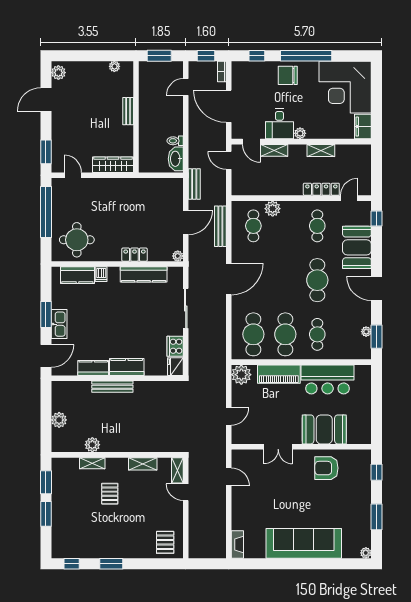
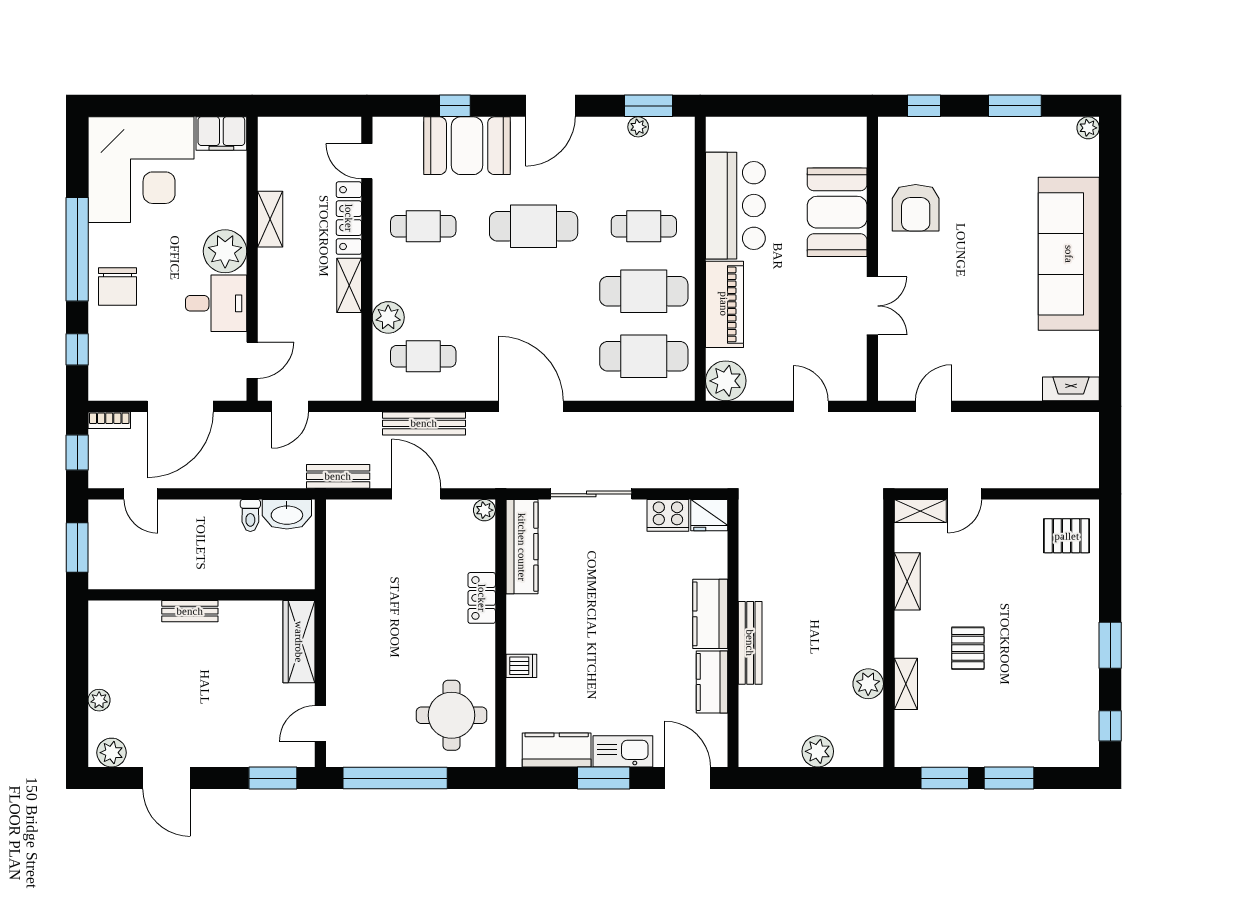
plant: (114, 66) -> (99, 700), moved
plant: (300, 133) -> (225, 251), width x1.87, depth x1.87
shelving: (274, 150) -> (349, 285), moved
window: (377, 218) -> (455, 106), moved
kitchen counter: (144, 274) -> (522, 547), moved
kitchen counter: (77, 275) -> (557, 750), moved, turned -90
pallet: (110, 494) -> (968, 648), turned 90

